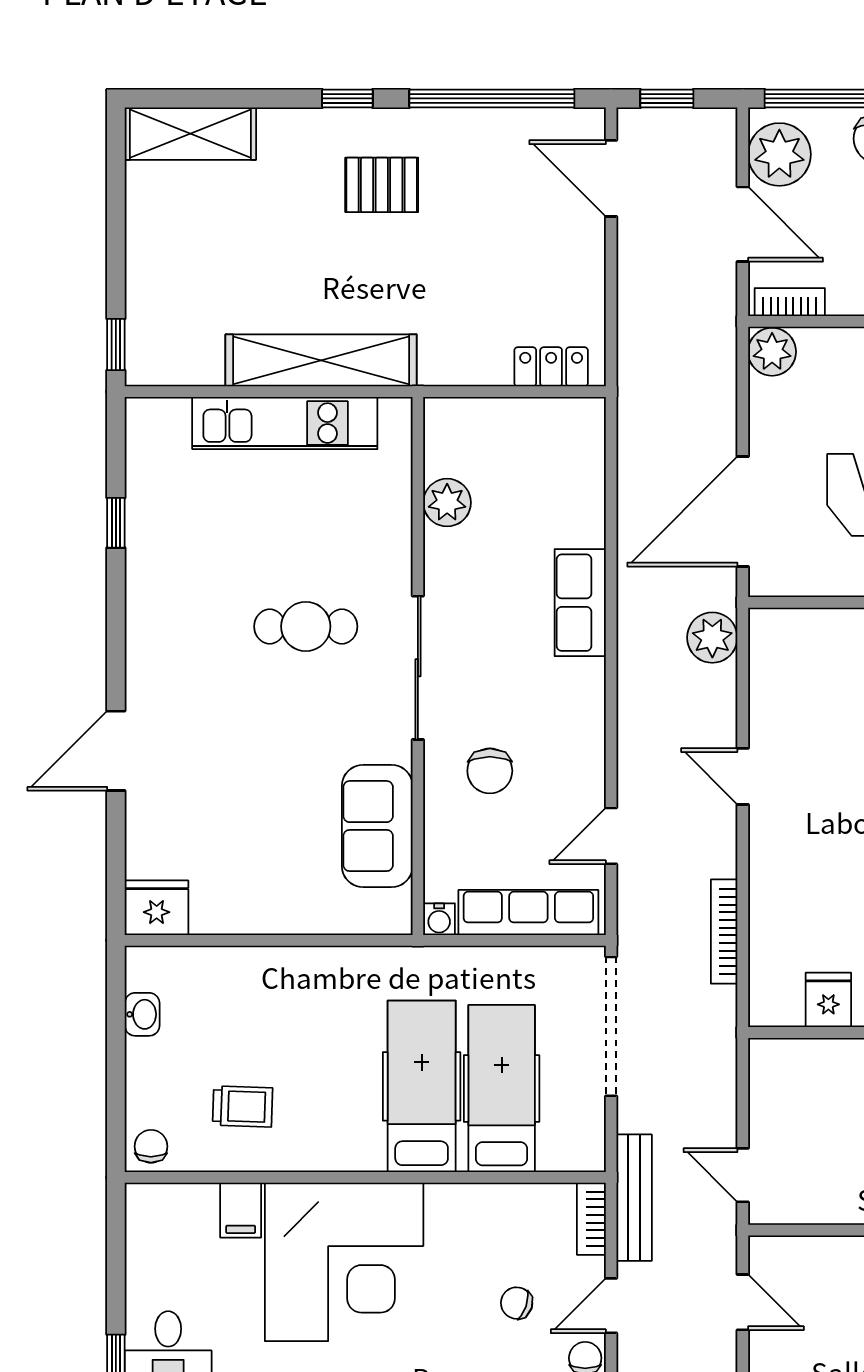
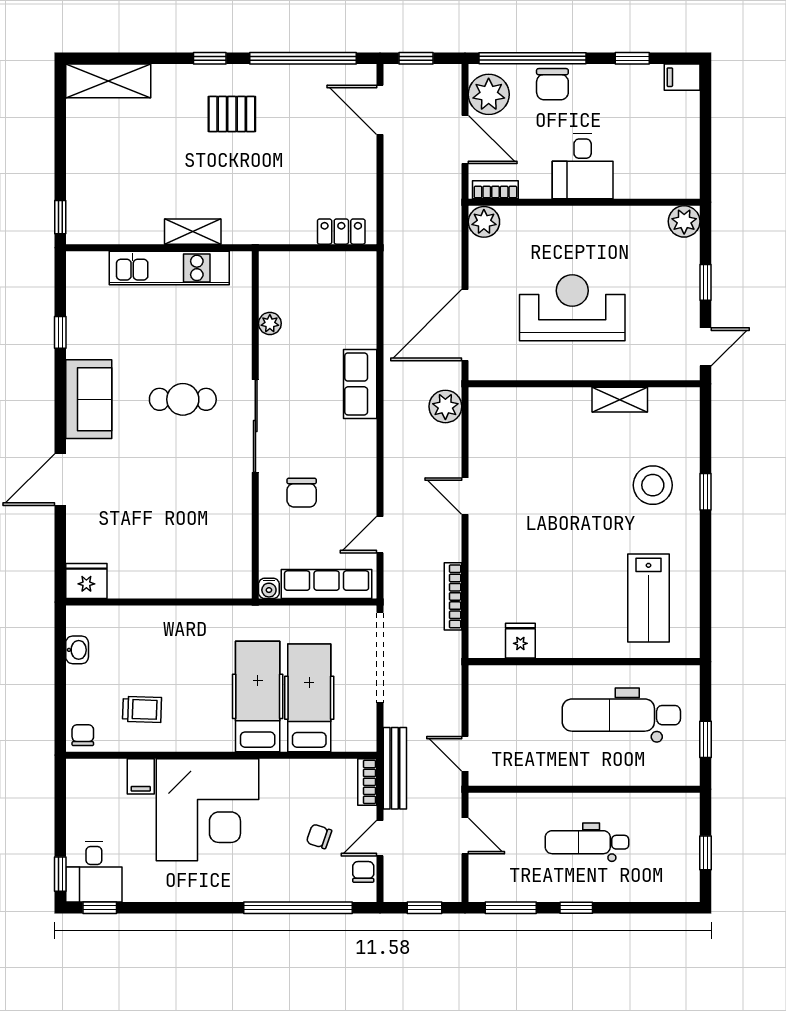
shelving: (321, 360) -> (193, 232), width x0.45, depth x0.75
plant: (447, 503) -> (270, 323), width x0.73, depth x0.73
sofa: (377, 826) -> (89, 399), moved, turned 180

